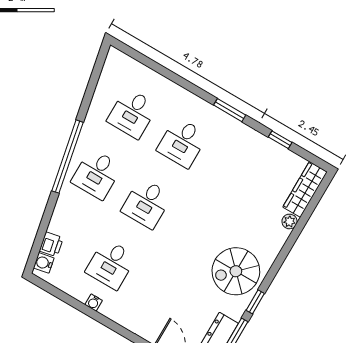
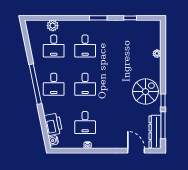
plant: (150, 80) -> (53, 26), added
wardrobe: (305, 189) -> (155, 34), removed
printer: (51, 244) -> (53, 124), width x1.87, depth x1.48
spiral stairs: (236, 271) -> (146, 92), turned 180

